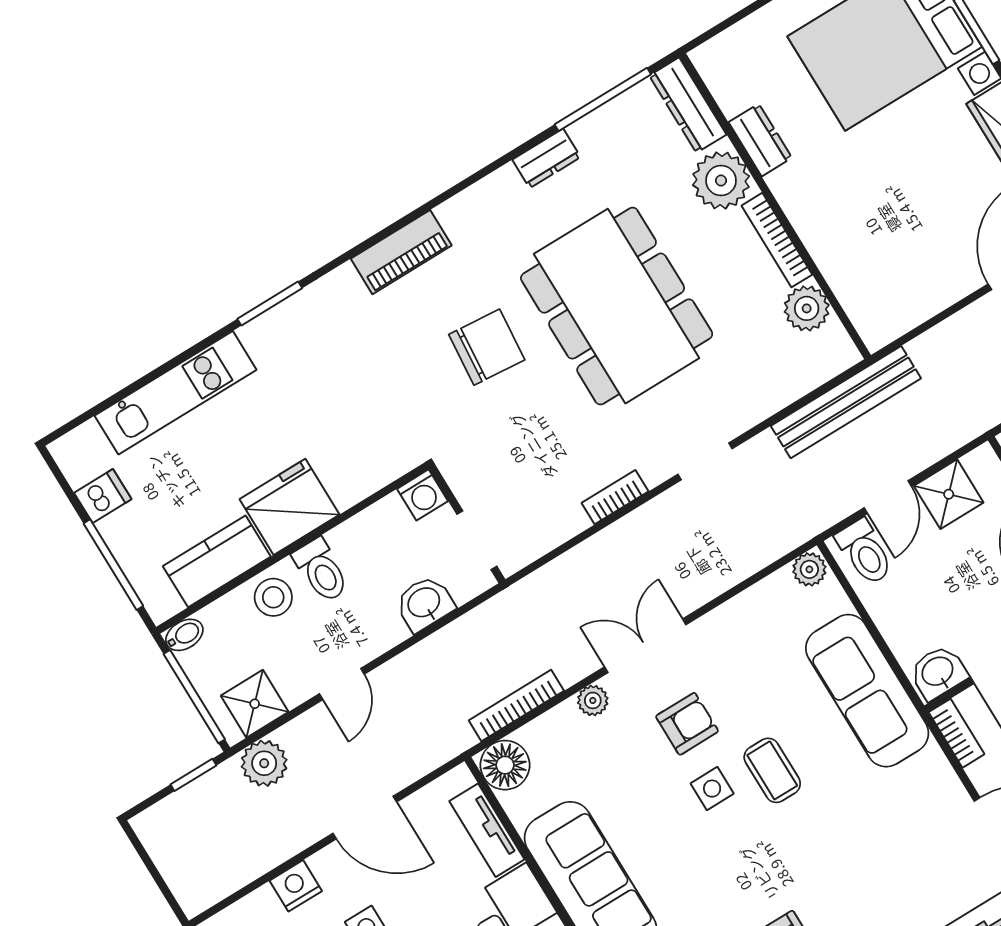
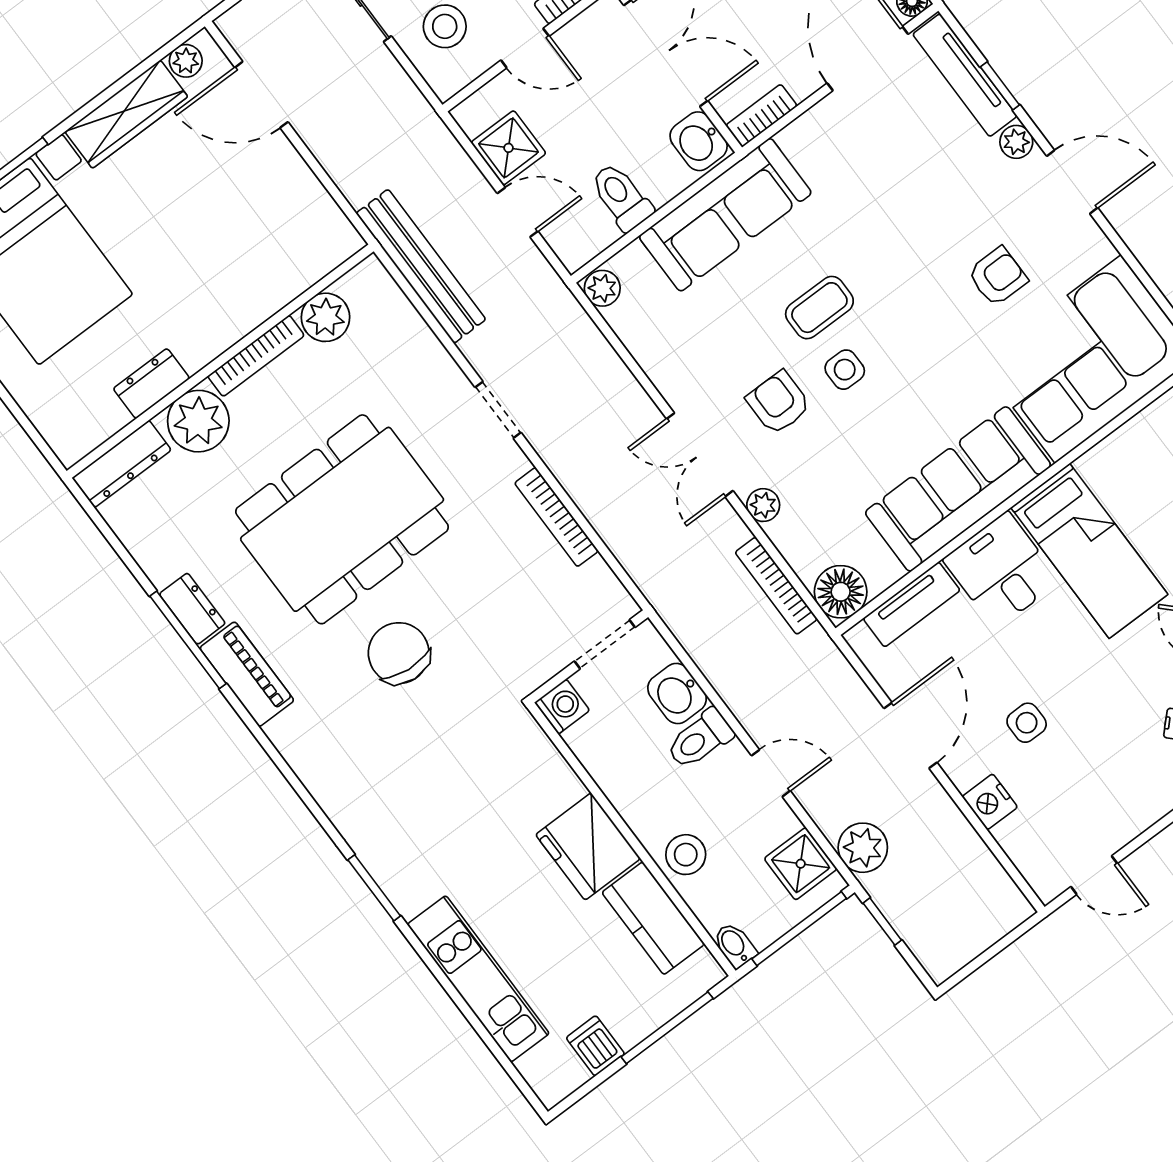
window: (603, 99) -> (188, 640), moved
piano: (401, 252) -> (247, 674), moved
bookcase: (615, 497) -> (556, 517), width x1.56
toilet: (865, 552) -> (621, 197), moved, turned -90
toilet: (321, 570) -> (700, 739), moved, turned 180

